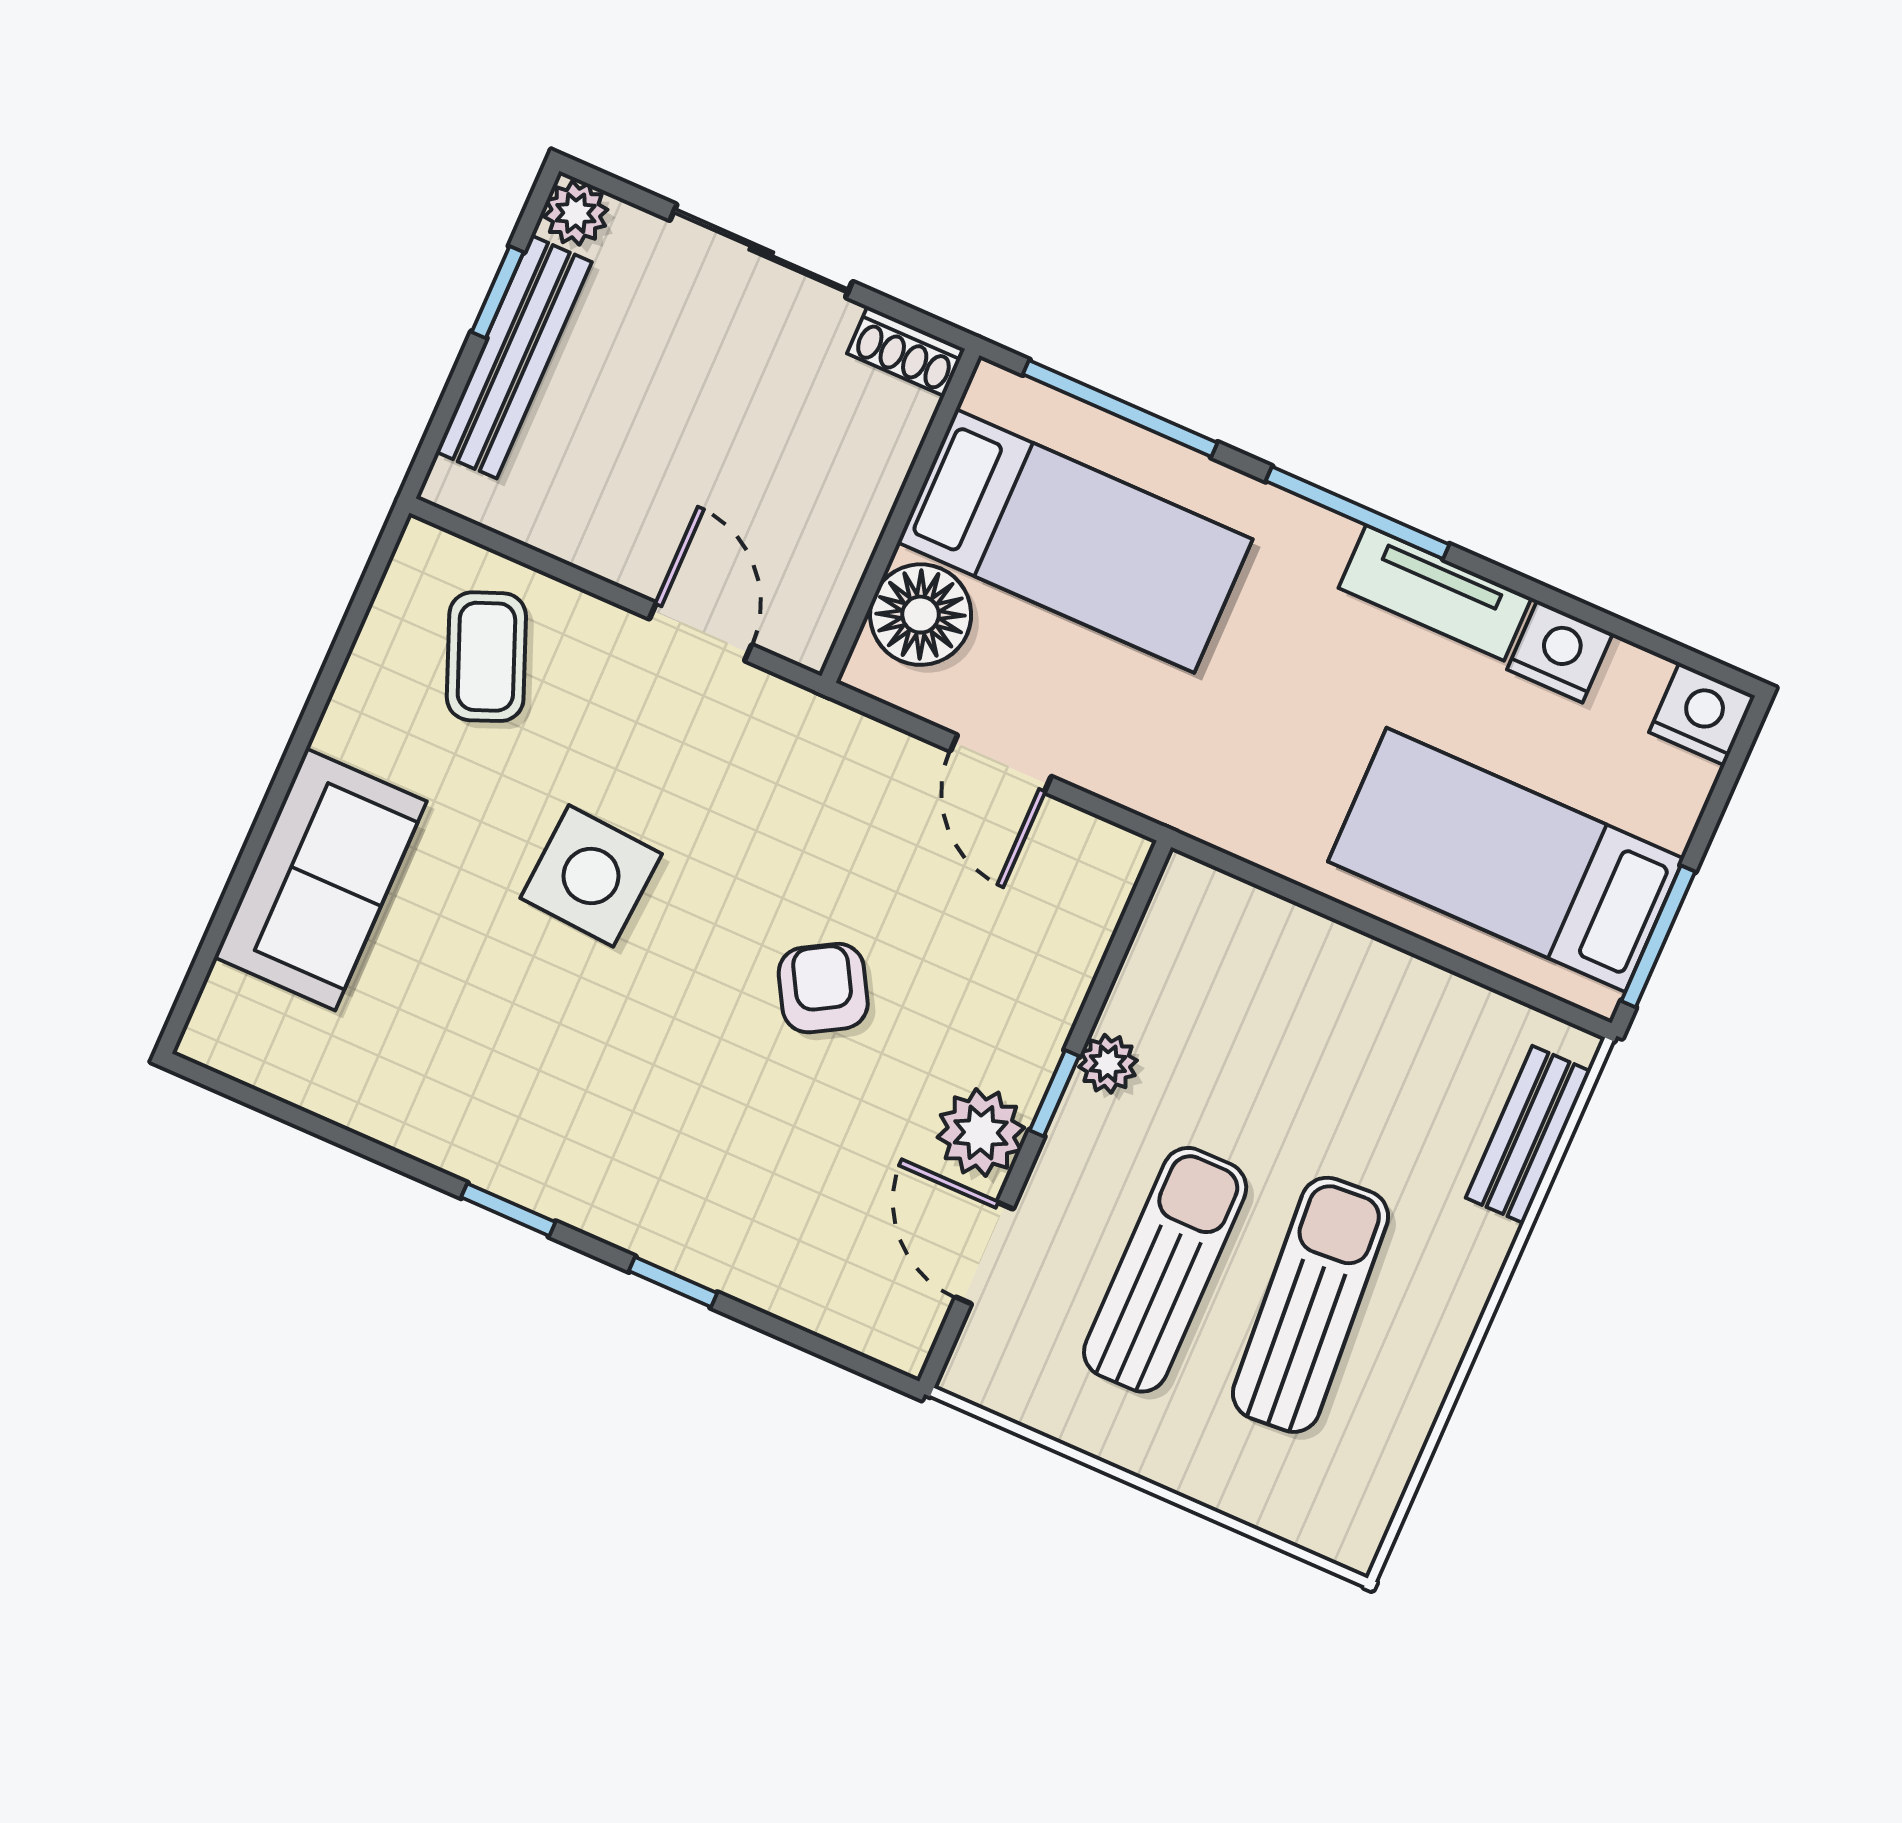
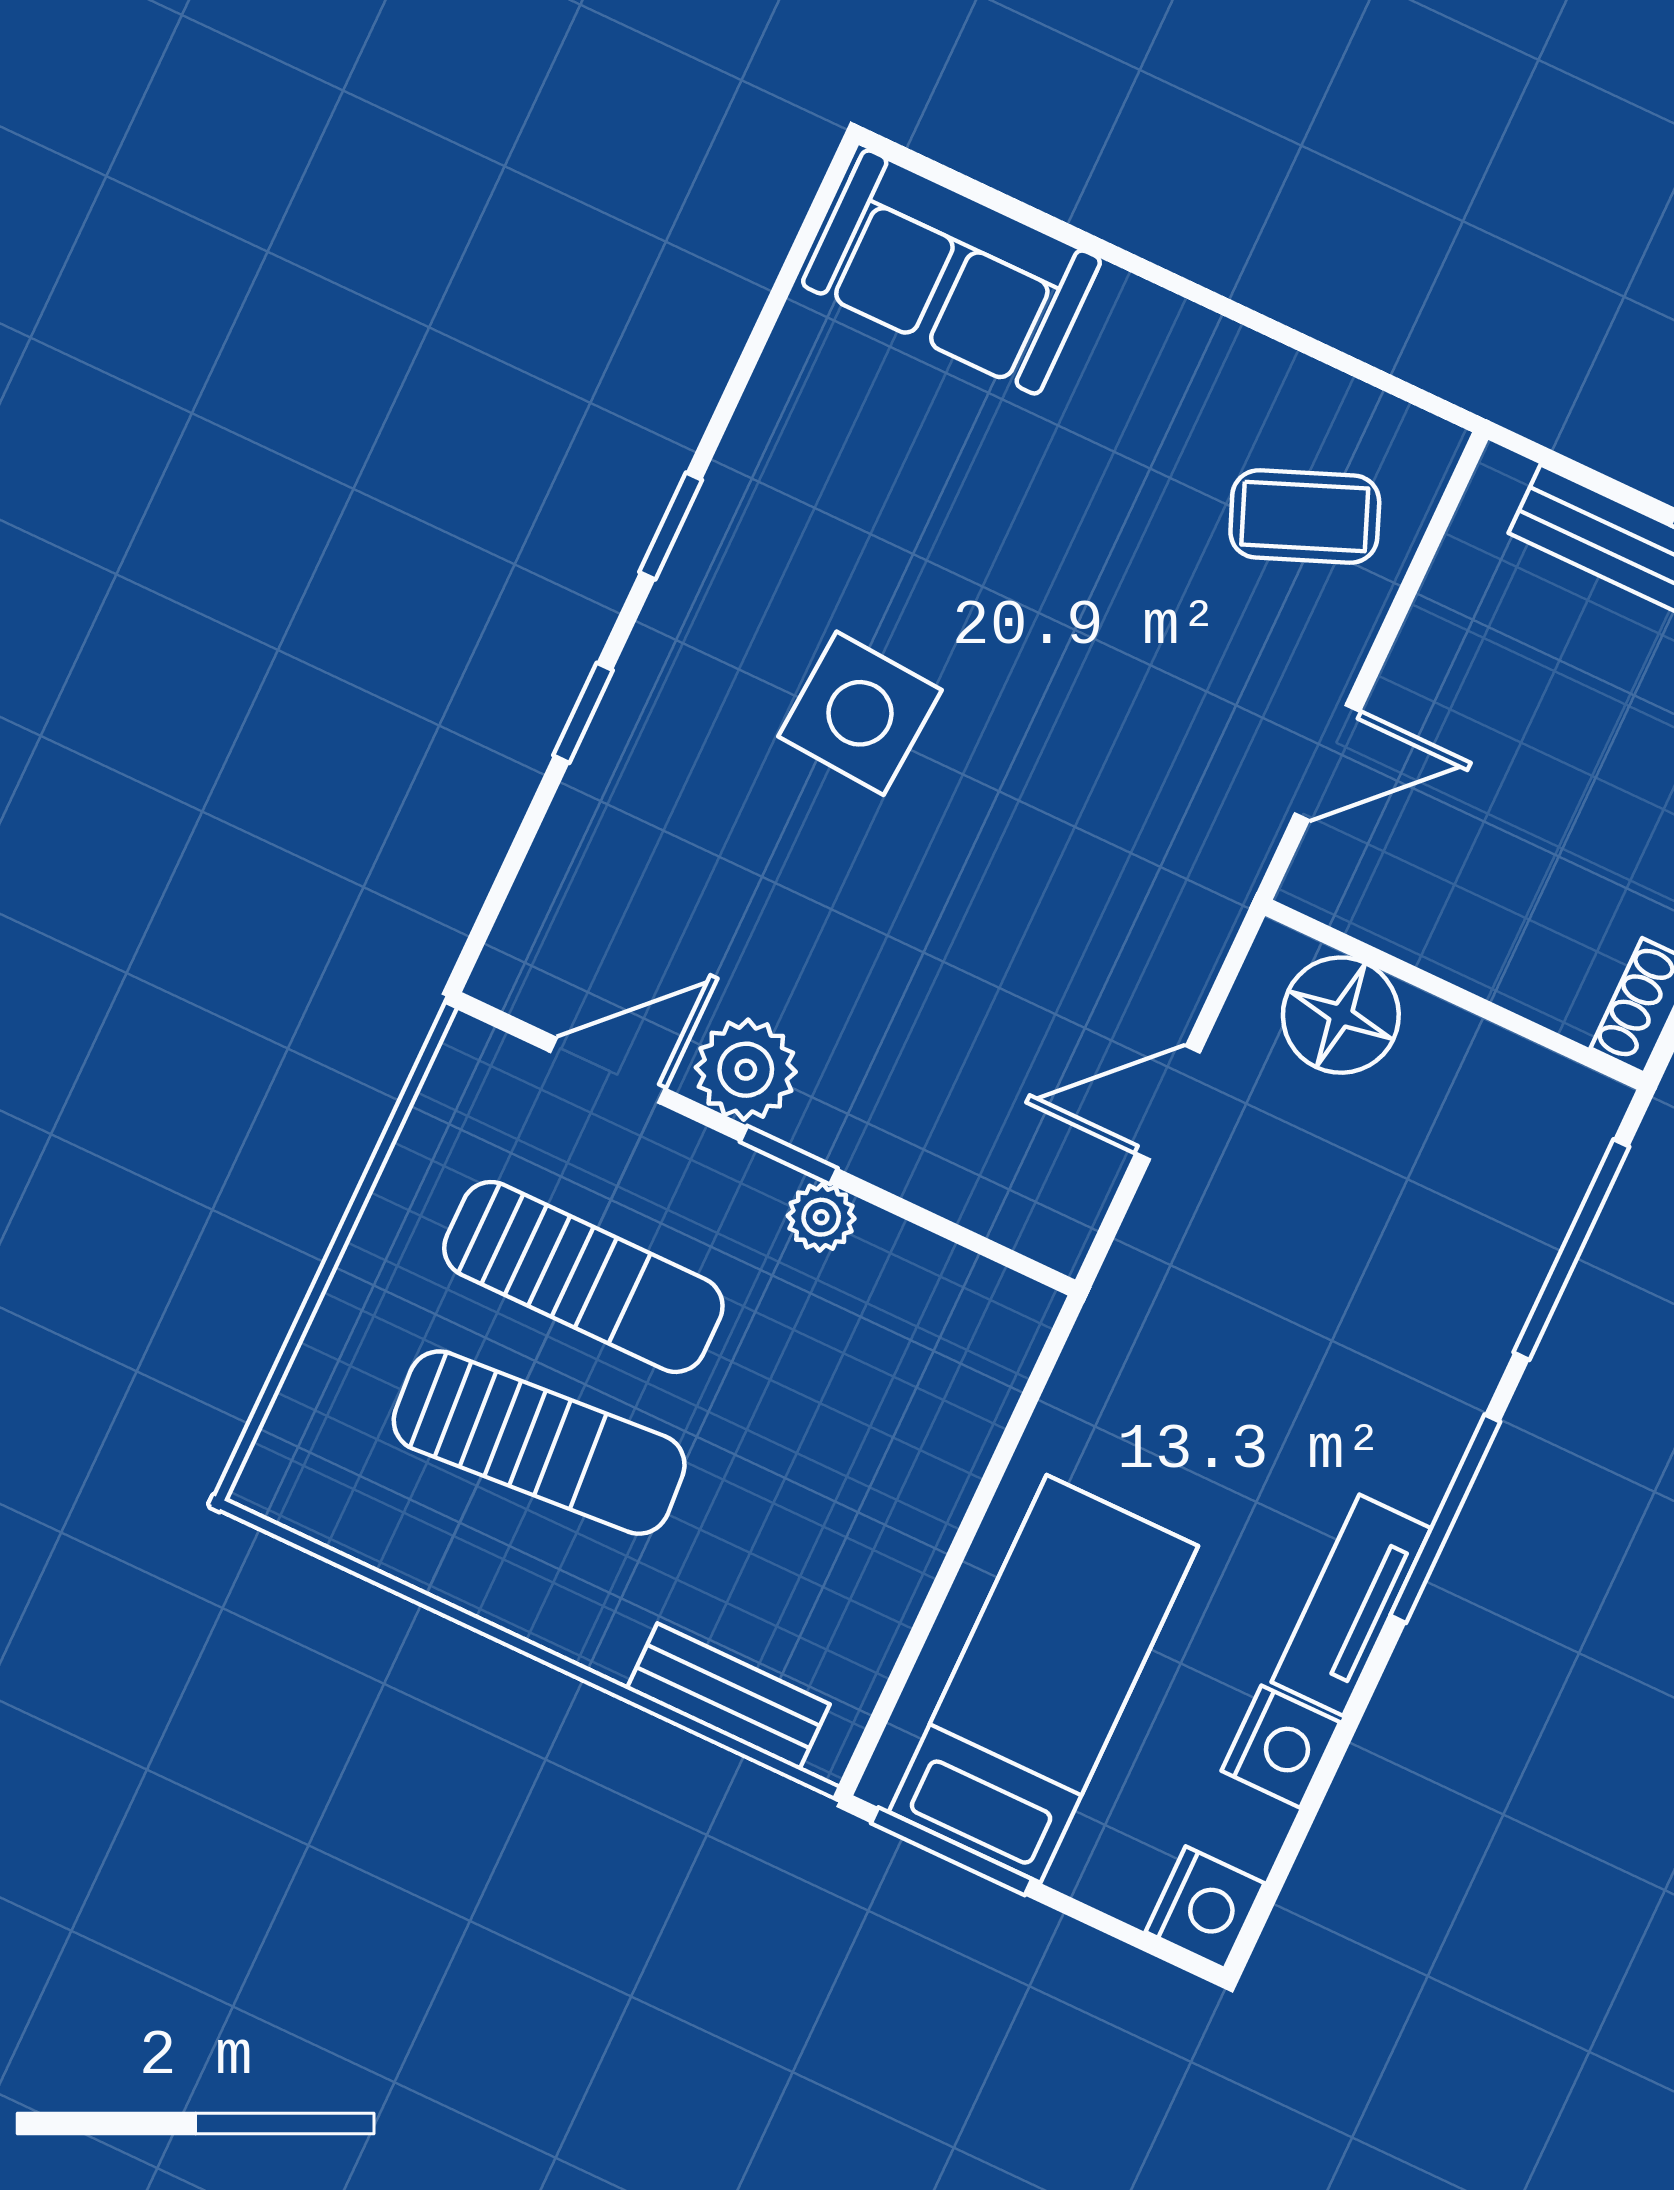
bed: (1075, 541) -> (1421, 1194), removed
side table: (591, 876) -> (860, 713), moved
sofa: (320, 879) -> (951, 272), moved
armchair: (823, 988) -> (916, 893), removed

